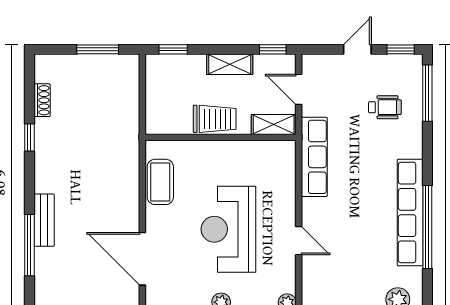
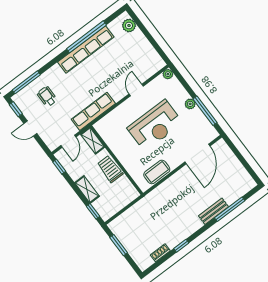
shelving: (230, 64) -> (87, 189), moved

